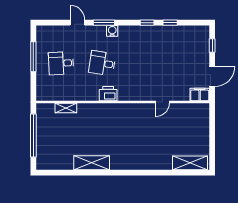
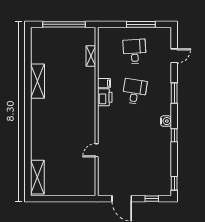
door: (77, 23) -> (174, 56), moved
window: (170, 23) -> (174, 183), moved
water cooler: (112, 31) -> (166, 121), moved
filing cabinet: (200, 95) -> (104, 83), moved, width x0.50
door: (162, 102) -> (97, 150), hinge flipped

